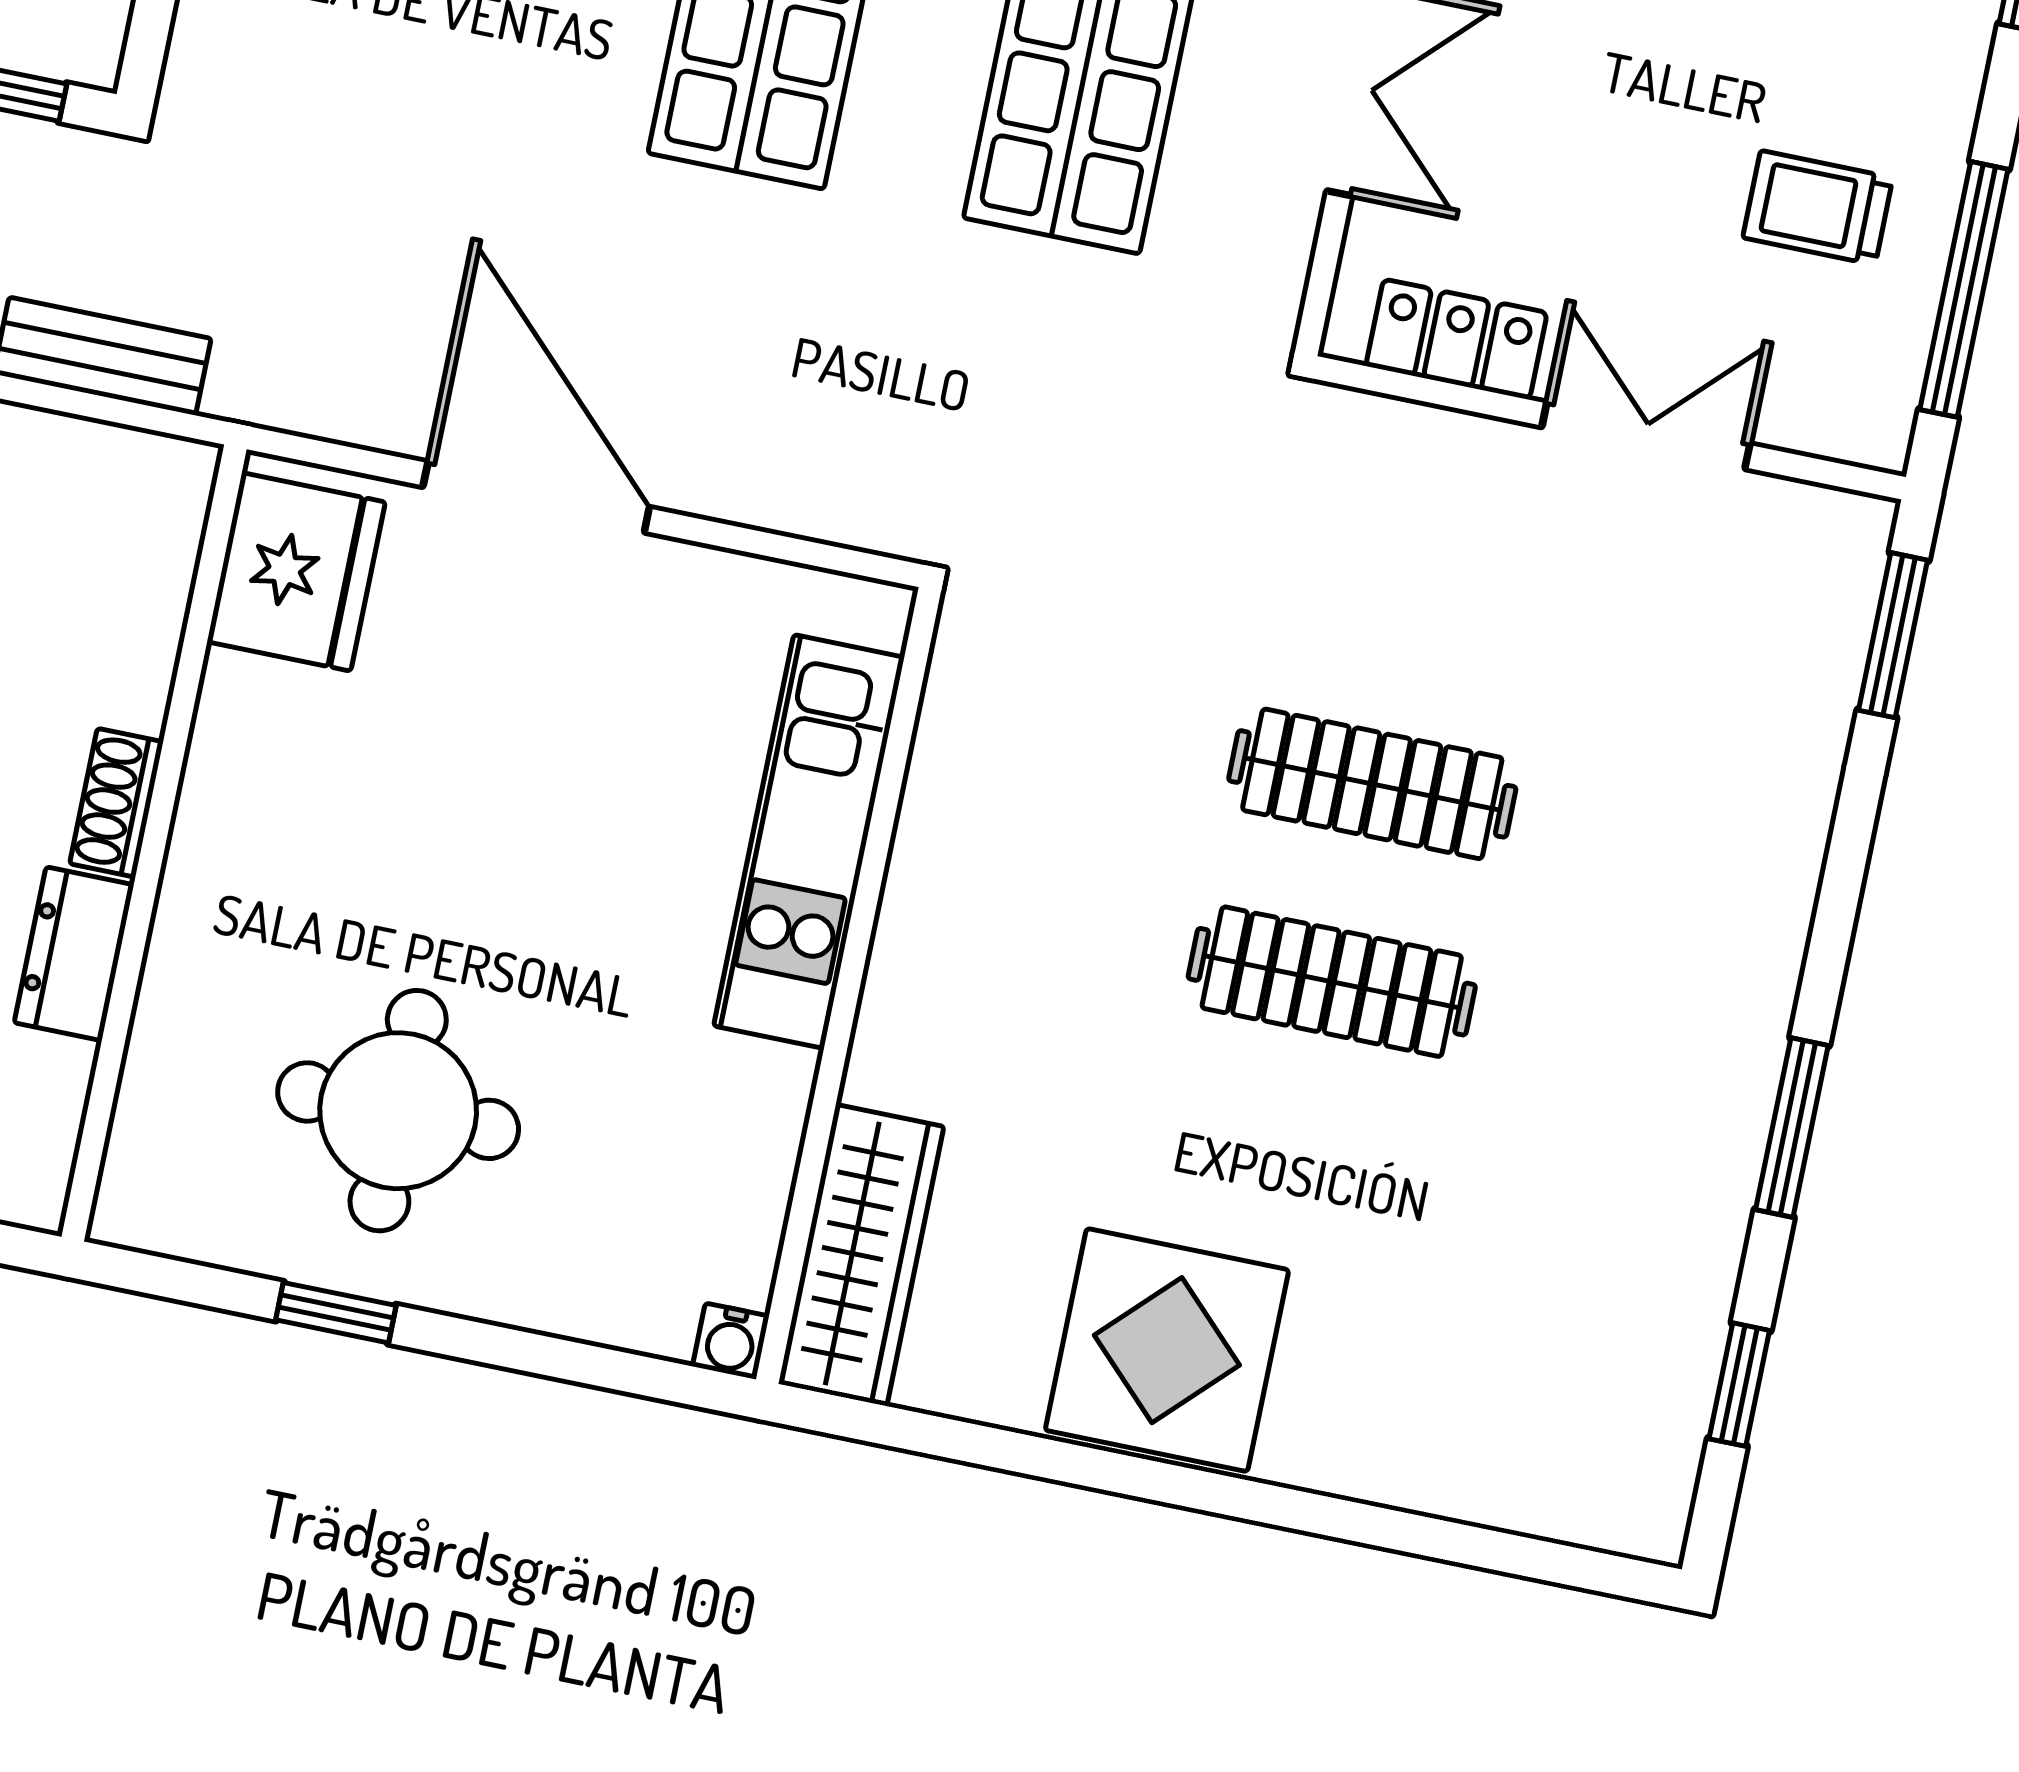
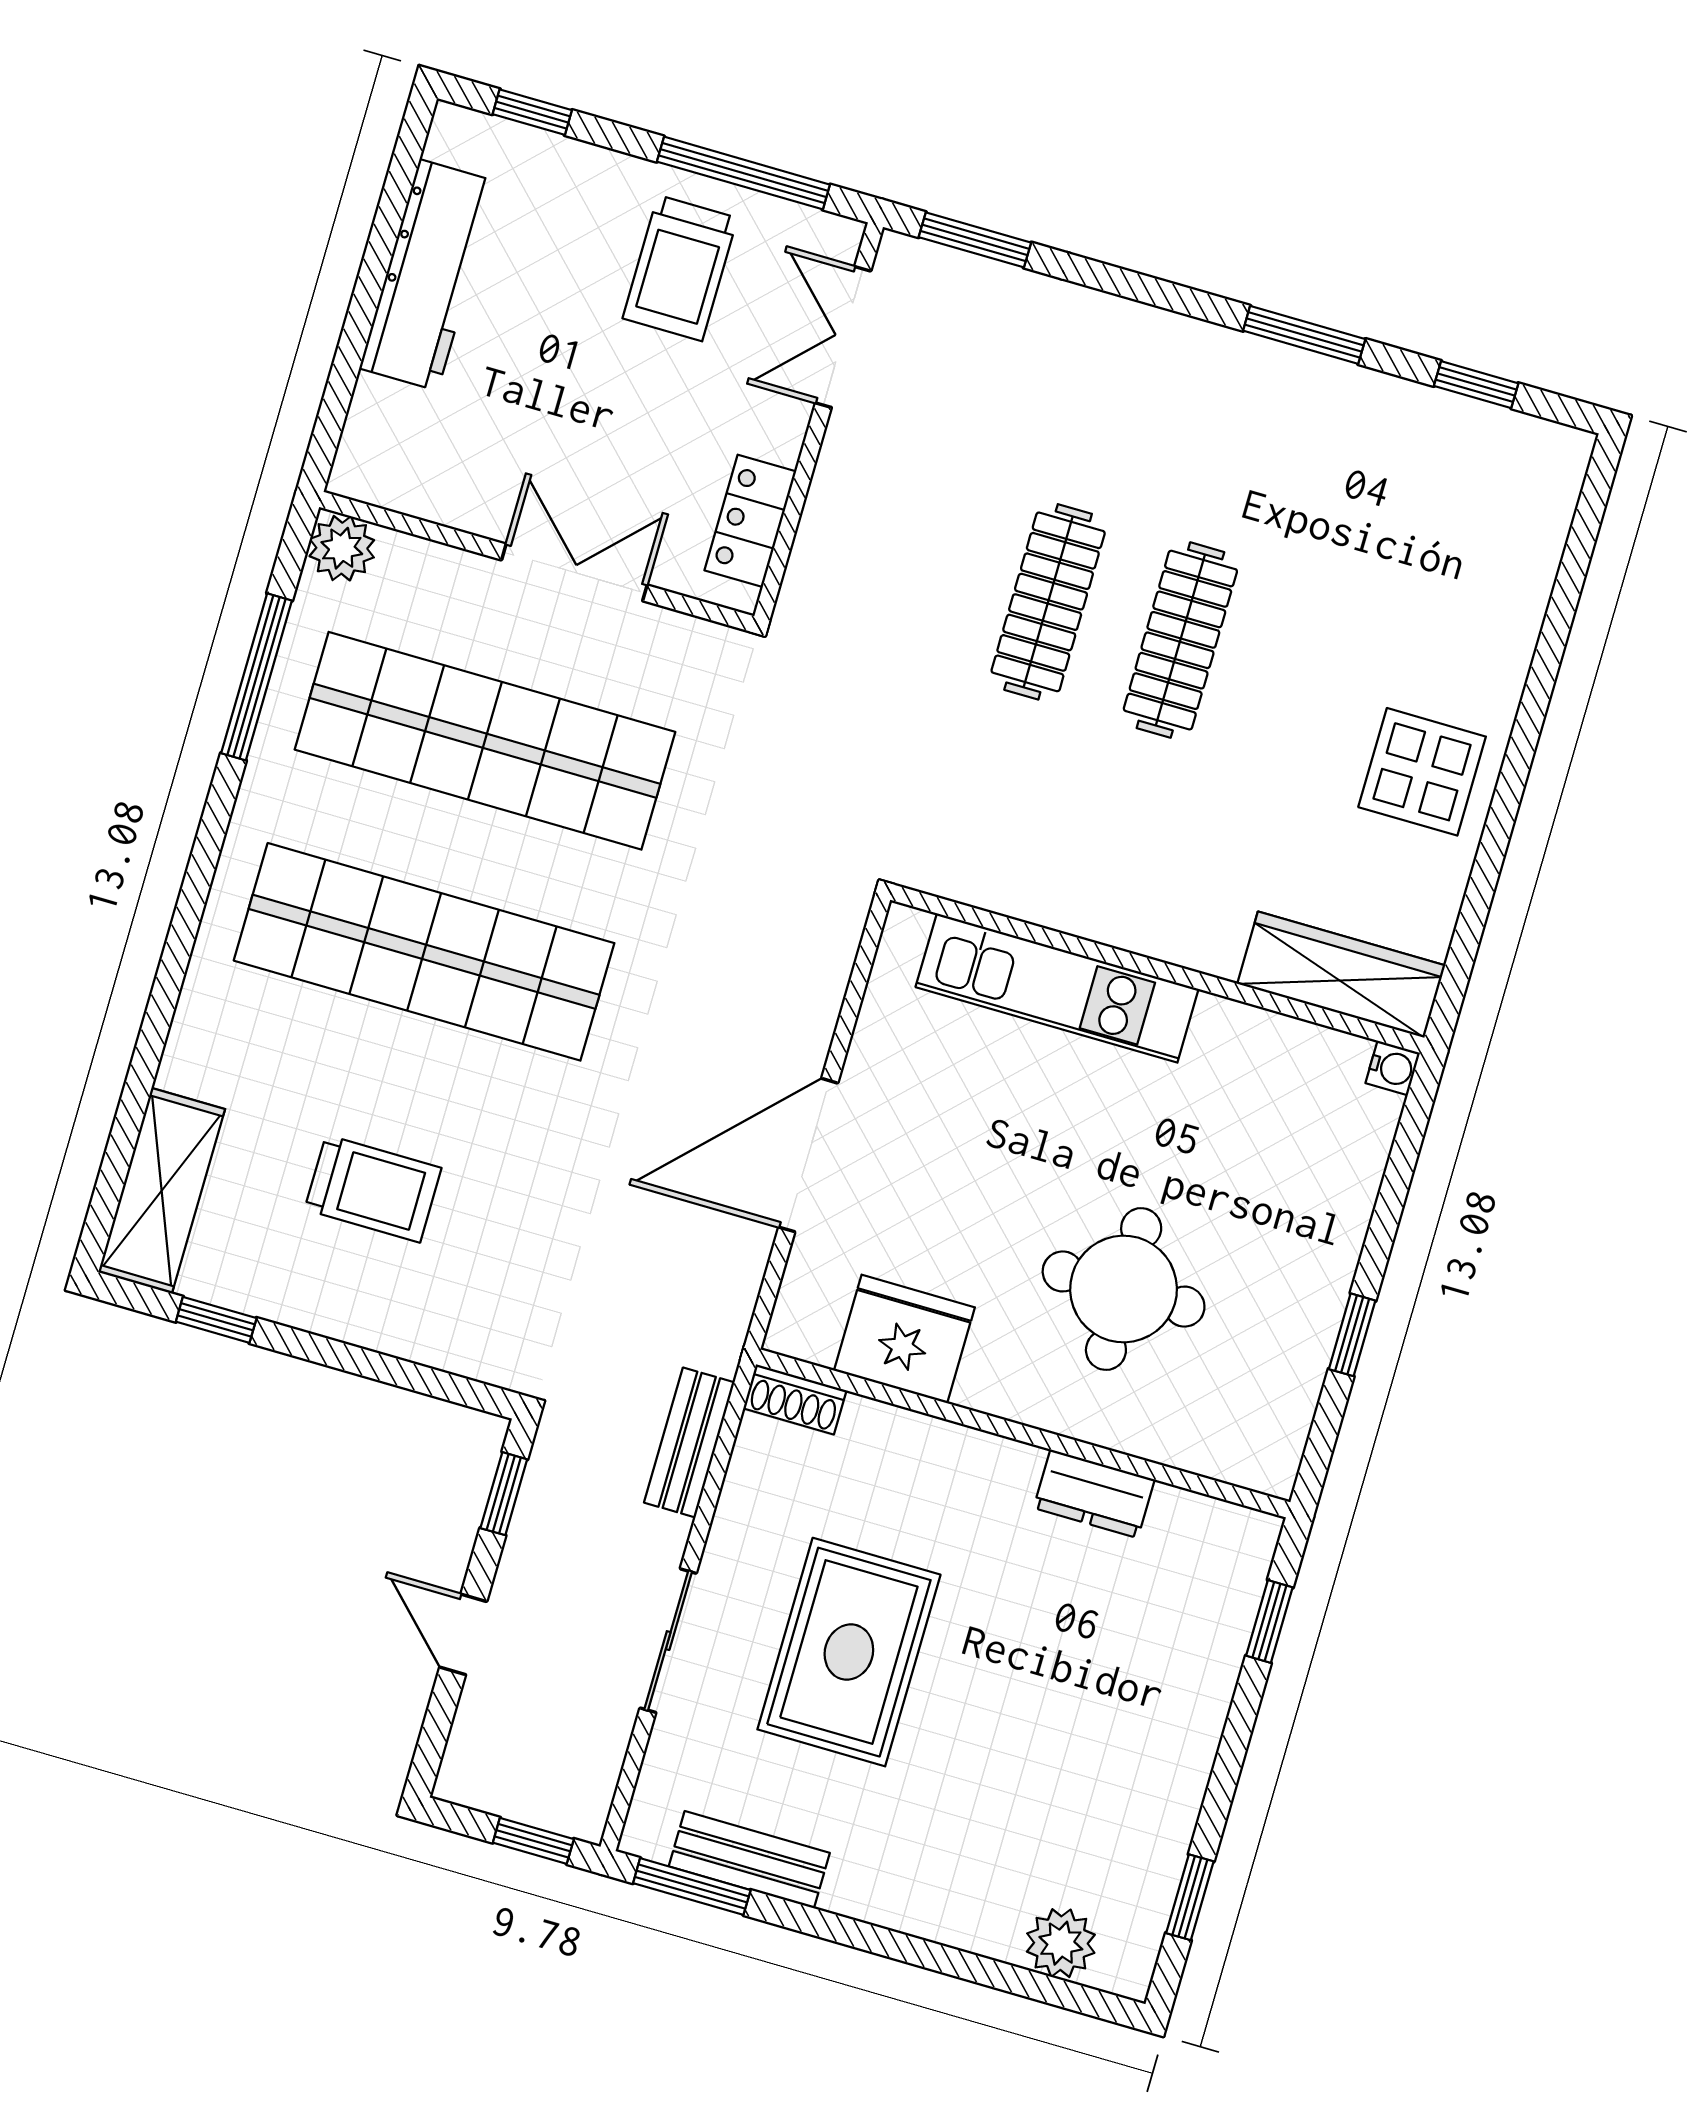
trolley: (1818, 208) -> (680, 268), width x1.36, depth x1.39
double door: (1646, 435) -> (843, 337), moved
fridge: (296, 572) -> (904, 1339), moved
shoe rack: (116, 803) -> (795, 1399), moved
round table: (398, 1111) -> (1124, 1289), moved
display table: (1167, 1350) -> (1422, 772), width x0.73, depth x0.73

